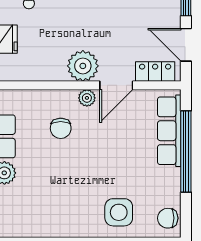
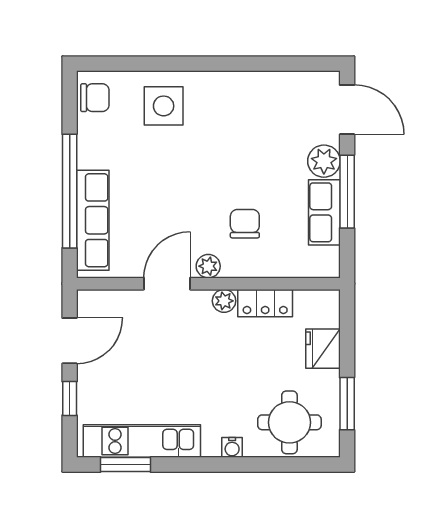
door: (186, 45) -> (70, 341), hinge flipped
plant: (83, 66) -> (224, 301), width x0.53, depth x0.53
locker: (155, 72) -> (265, 303), moved

